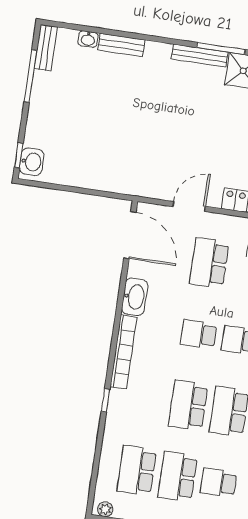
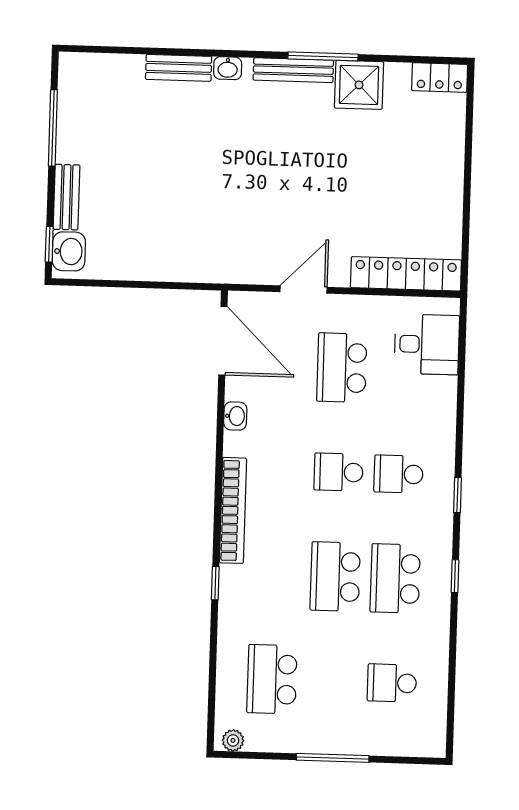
washbasin: (88, 39) -> (228, 68), moved
bench: (46, 48) -> (67, 197), moved
washbasin: (135, 297) -> (235, 416), width x0.52, depth x0.69
school desk: (178, 477) -> (332, 681), removed

